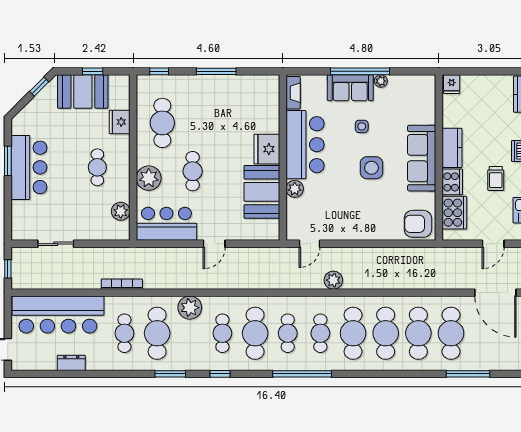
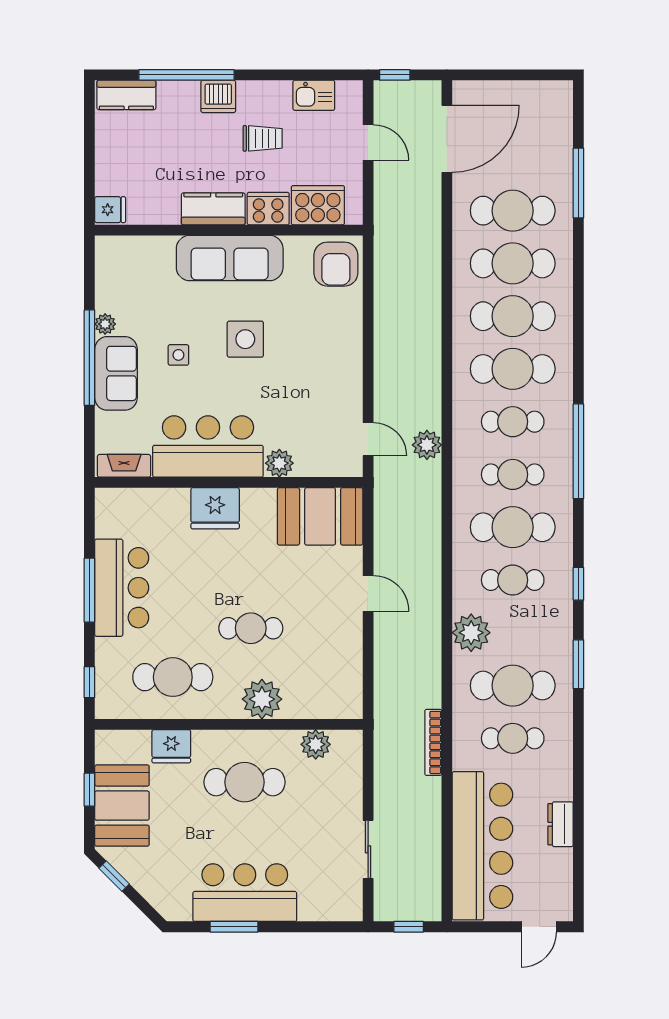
cafe table: (97, 167) -> (245, 782), width x1.37, depth x1.35
booth: (262, 192) -> (320, 516), moved
bar counter: (166, 224) -> (122, 588), moved, turned 180
plant: (333, 280) -> (427, 445), moved

